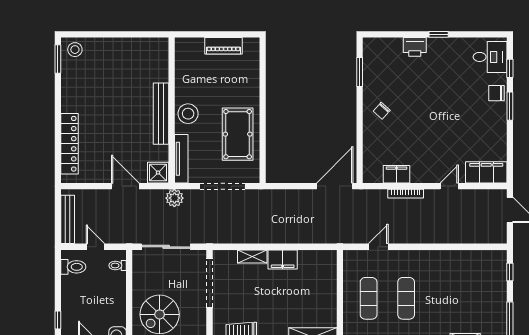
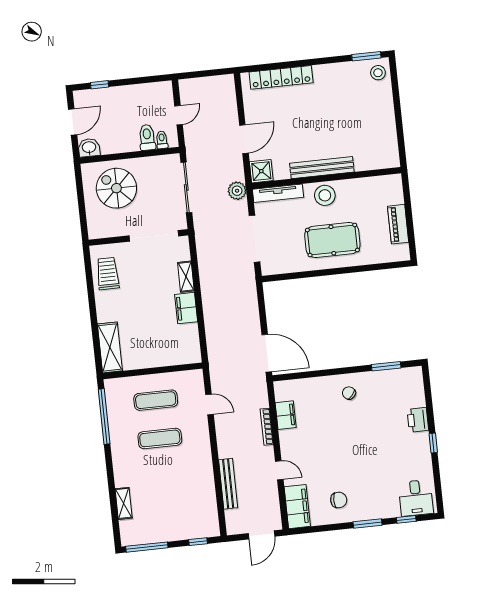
chair: (496, 93) -> (339, 500), moved, turned 90
pool table: (238, 134) -> (332, 240), moved
bench: (68, 219) -> (228, 484), moved, turned 90
toilet: (73, 267) -> (147, 137), moved, turned 180

